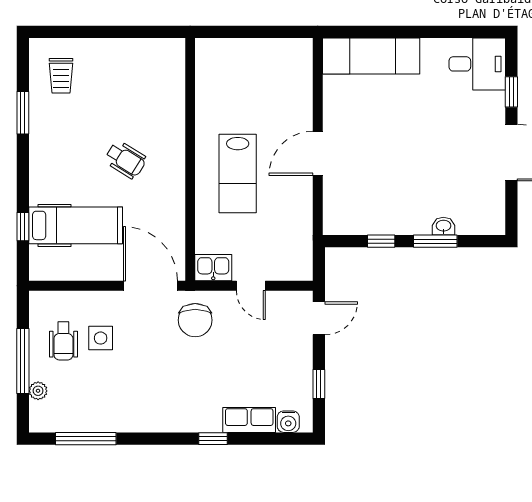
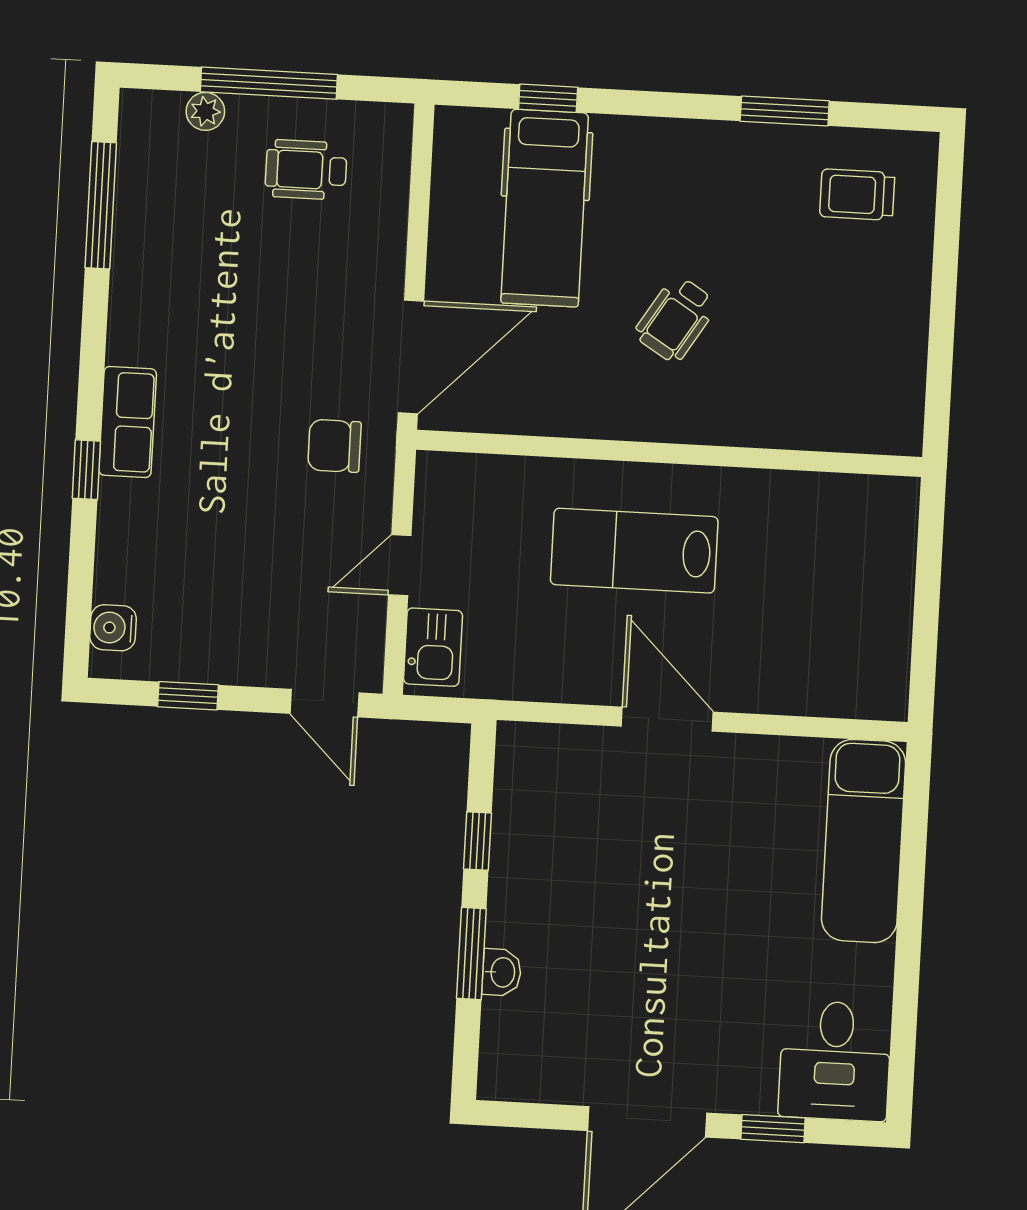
kitchen sink: (213, 268) -> (433, 647), moved
chair: (195, 320) -> (334, 446), width x0.73, depth x0.73
side table: (101, 338) -> (308, 247), removed
row of seats: (249, 420) -> (128, 422), moved

